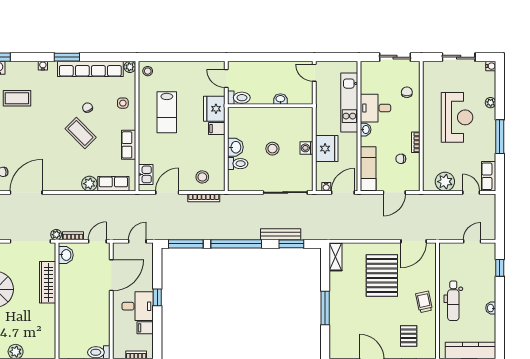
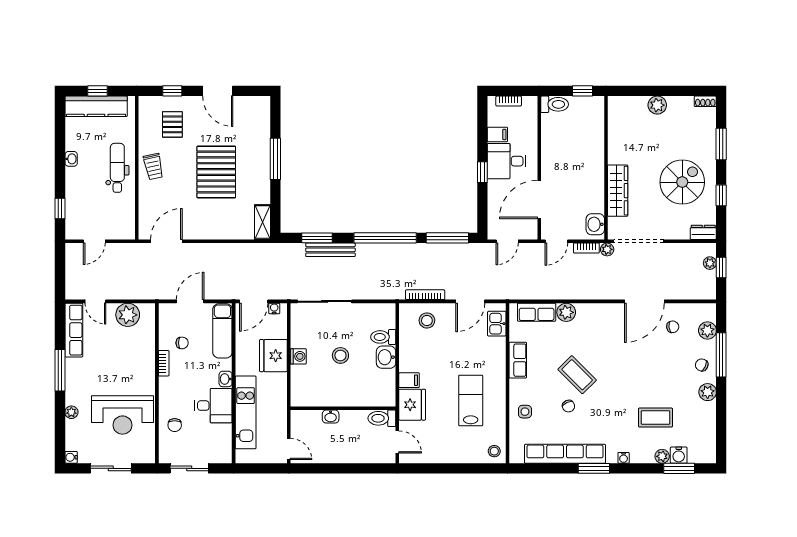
plant: (130, 67) -> (662, 456), moved
reception desk: (457, 117) -> (122, 415), moved, turned -90
row of seats: (489, 176) -> (74, 330), width x1.48
pallet: (382, 276) -> (216, 172), moved

